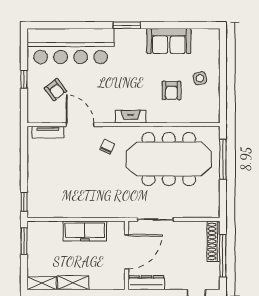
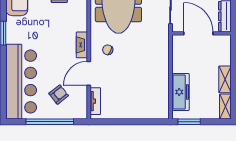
window: (24, 79) -> (50, 122), width x3.17
fireplace: (131, 117) -> (82, 45), moved
window: (24, 202) -> (155, 122), removed
freezer: (85, 231) -> (180, 92), moved

